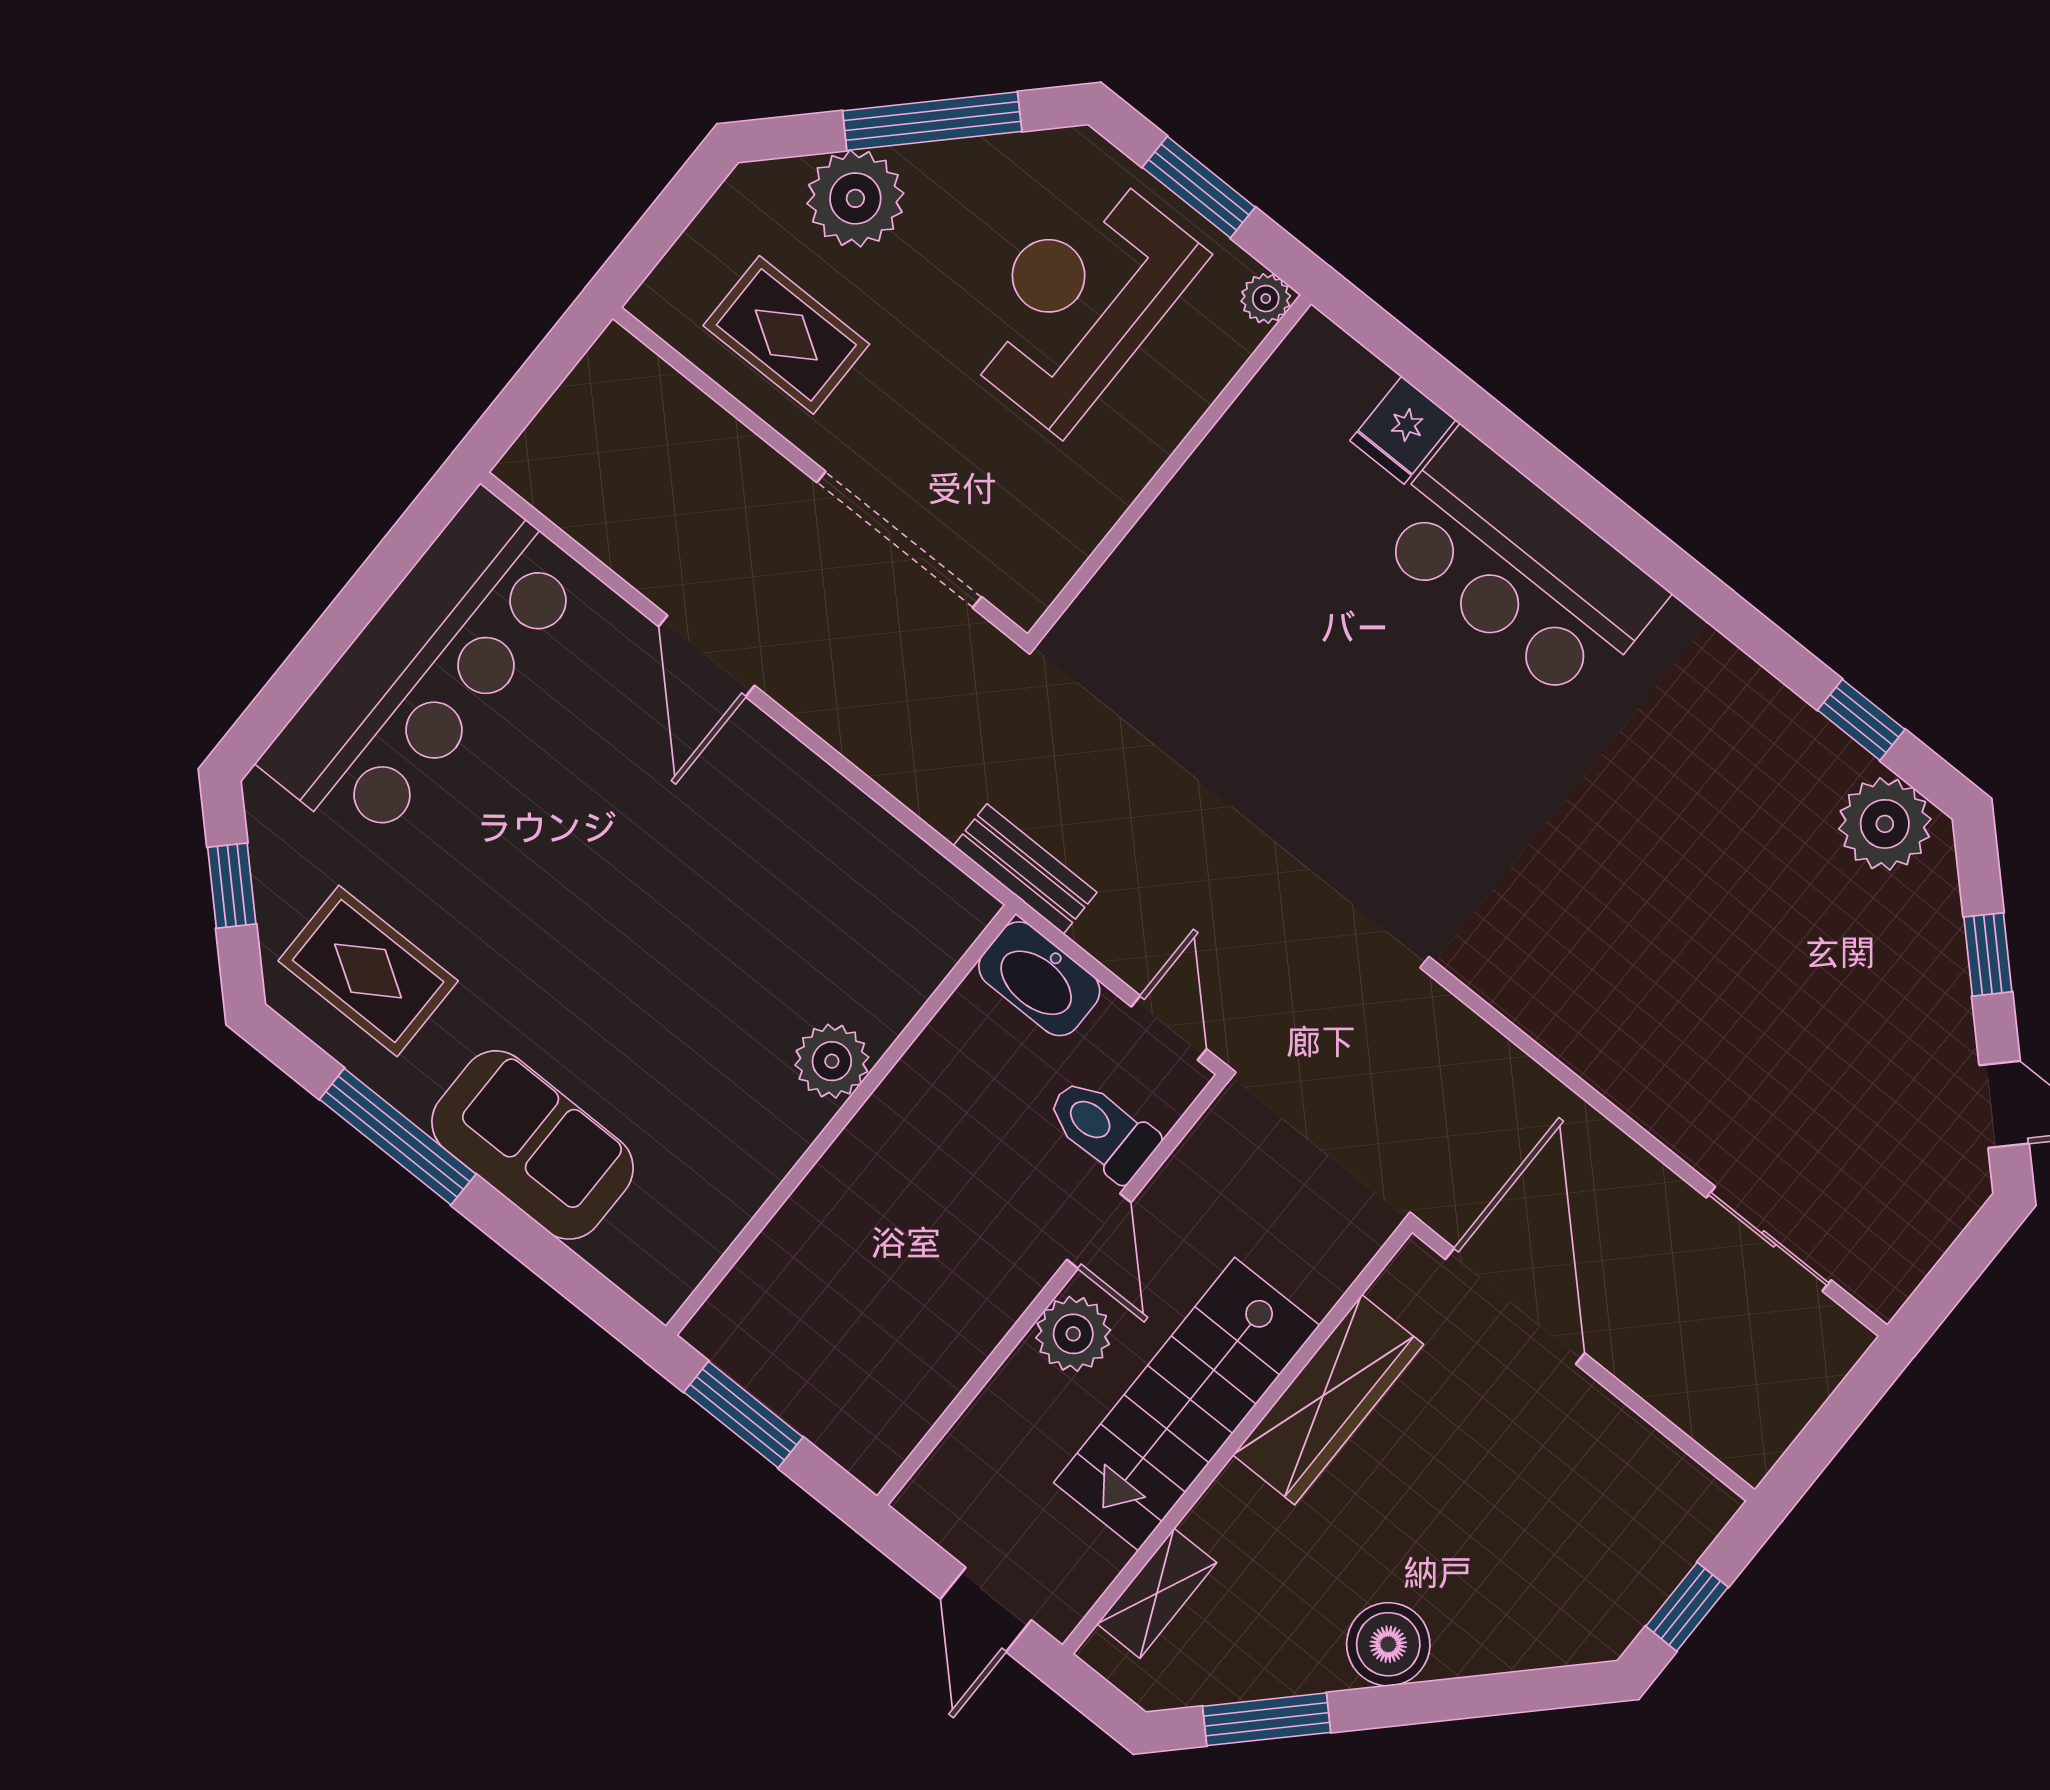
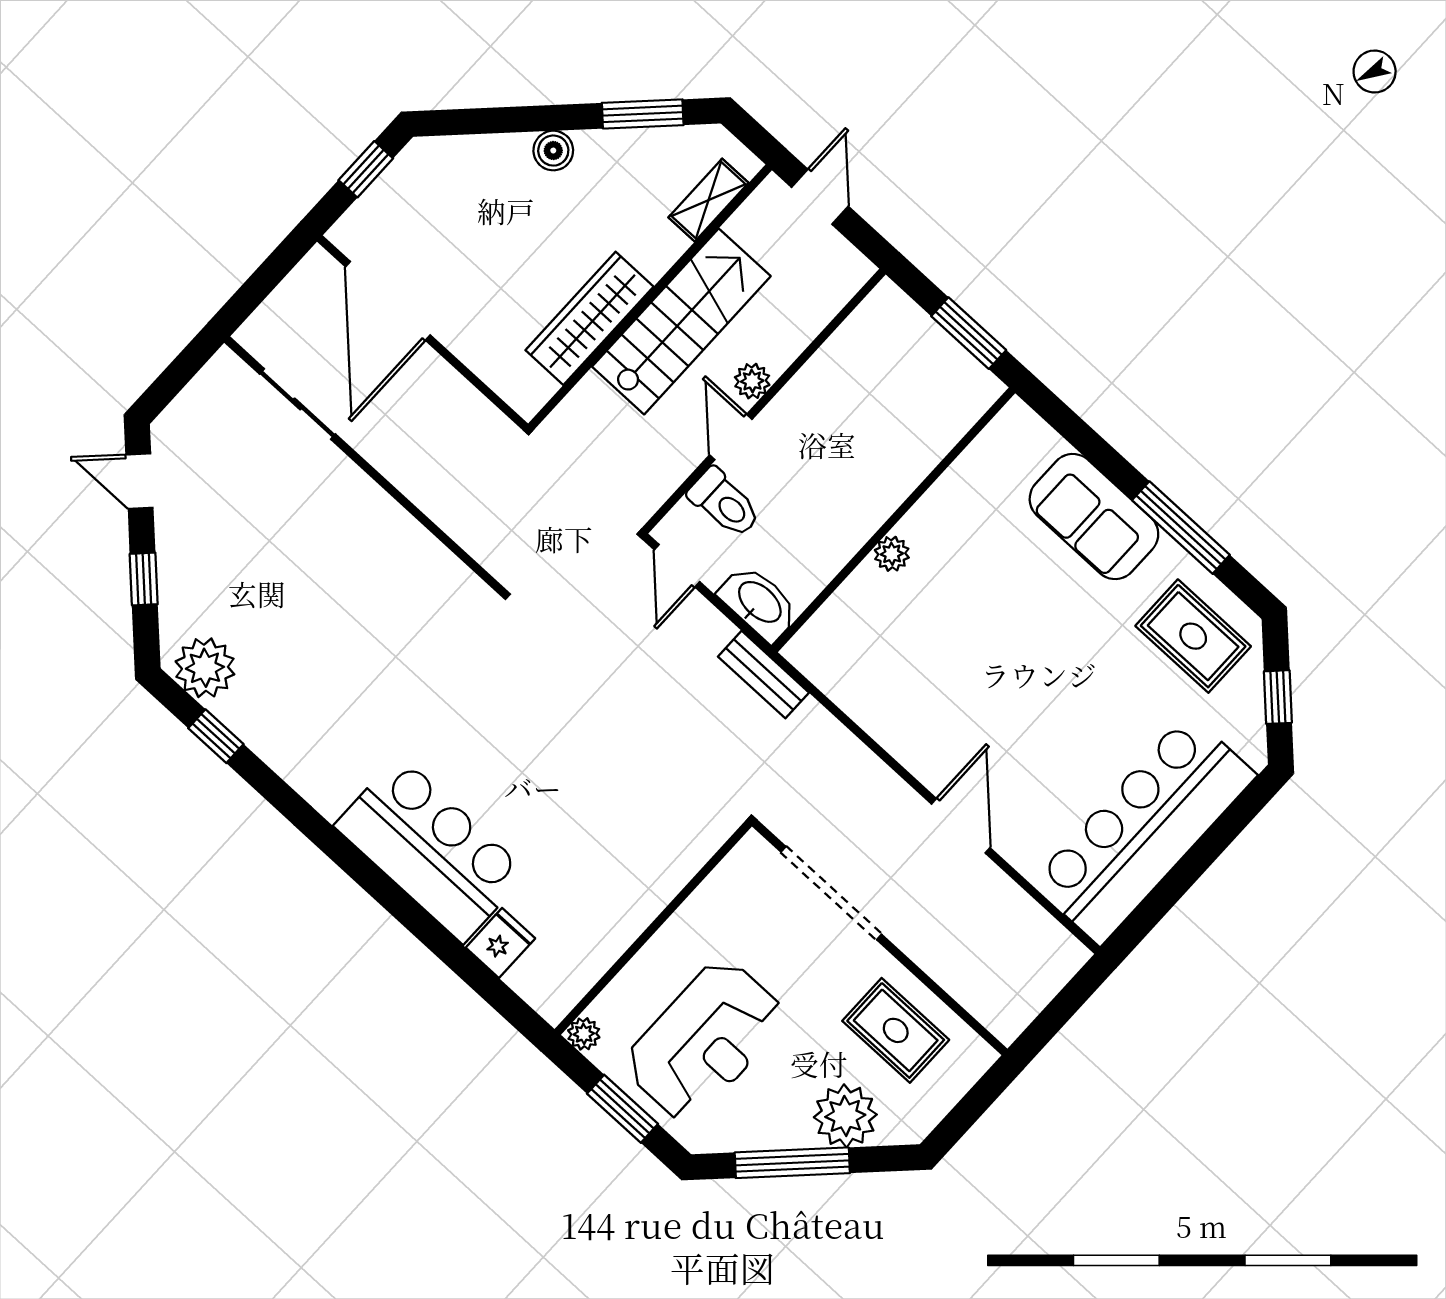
plant: (832, 1061) -> (892, 554), width x0.73, depth x0.73
door: (1515, 1306) -> (388, 301), moved
plant: (1073, 1334) -> (752, 381), width x0.73, depth x0.73
boiler: (1388, 1644) -> (553, 151), width x0.73, depth x0.73

